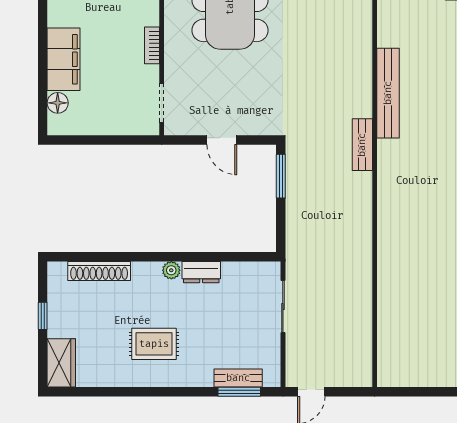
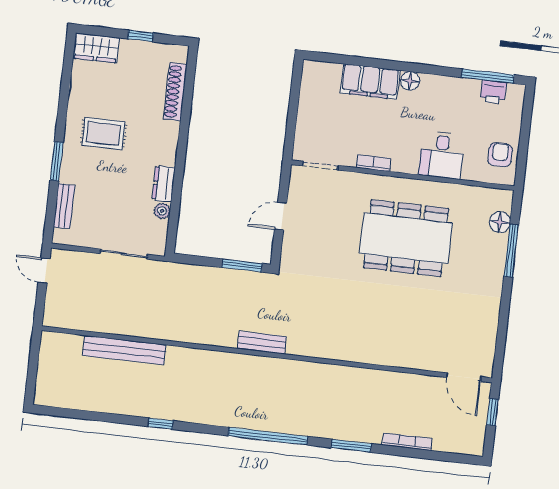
bench: (388, 93) -> (124, 350), moved
floor lamp: (58, 103) -> (410, 81), moved
plant: (171, 270) -> (162, 211), moved
rug: (154, 344) -> (104, 134), turned 90
window: (239, 392) -> (57, 161), moved

